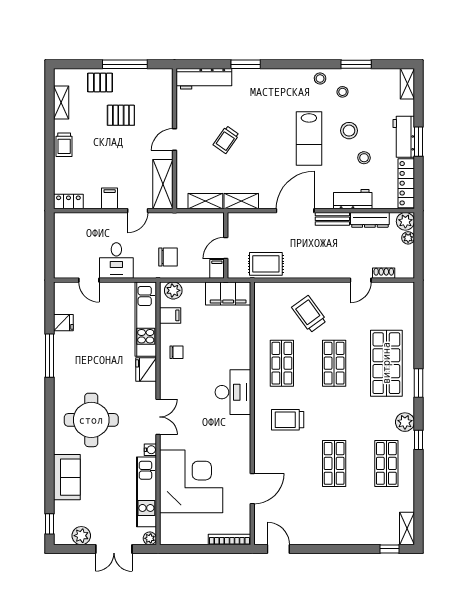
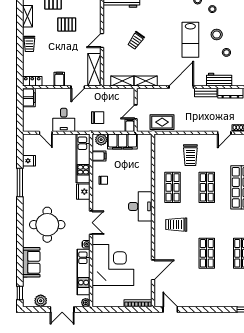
filing cabinet: (63, 227) -> (29, 98), added
filing cabinet: (228, 293) -> (122, 142), moved
trolley: (309, 314) -> (190, 155), turned -144

